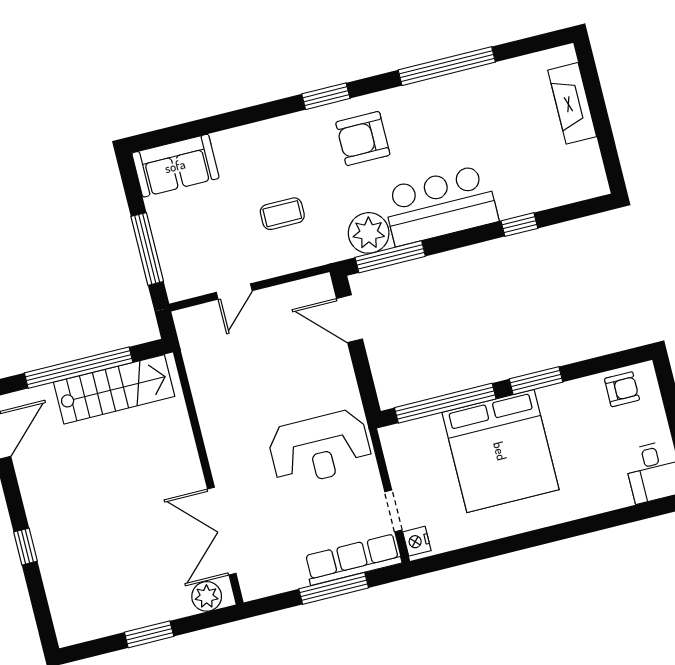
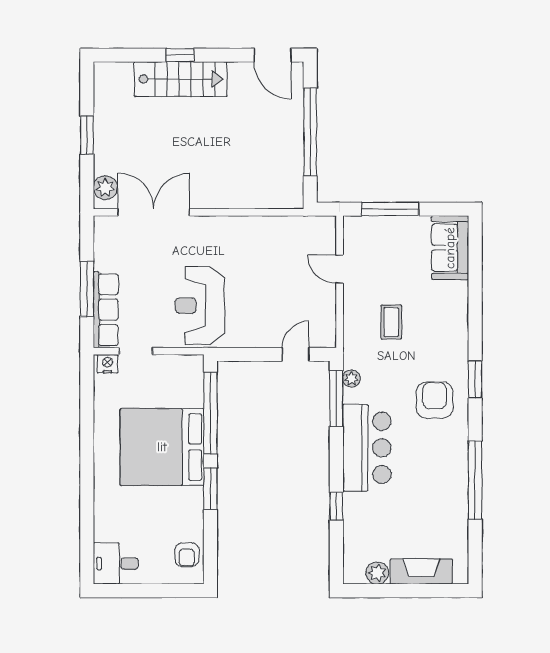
plant: (587, 156) -> (377, 573), added
plant: (369, 233) -> (352, 379), width x0.53, depth x0.53
door: (350, 319) -> (296, 354), width x0.73
stairs: (114, 389) -> (181, 79), moved, turned -90

